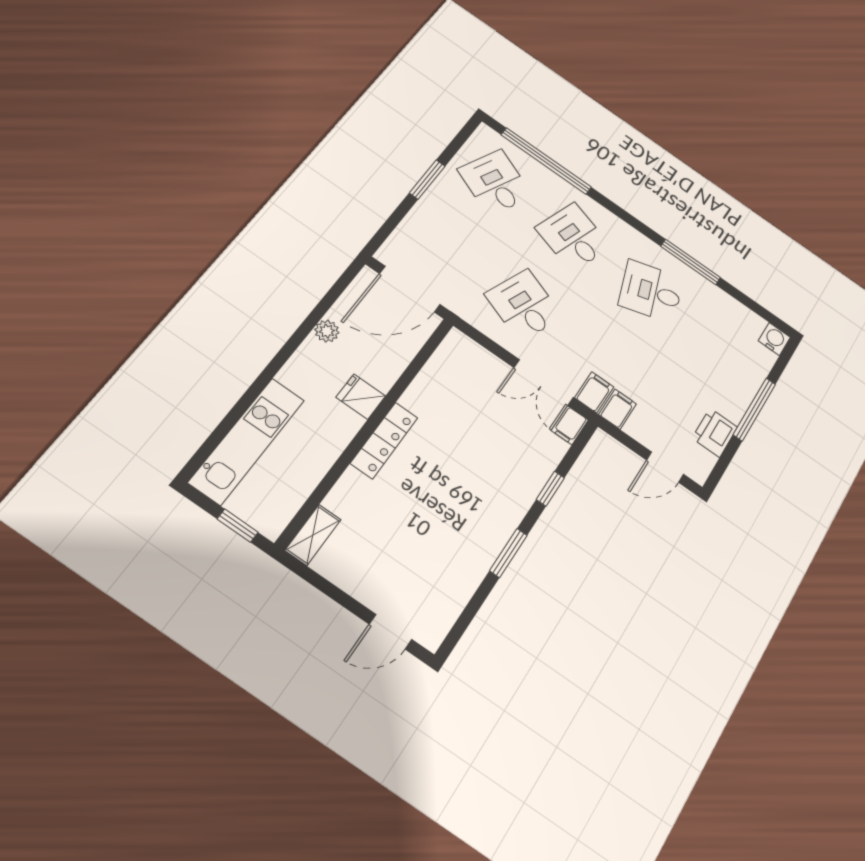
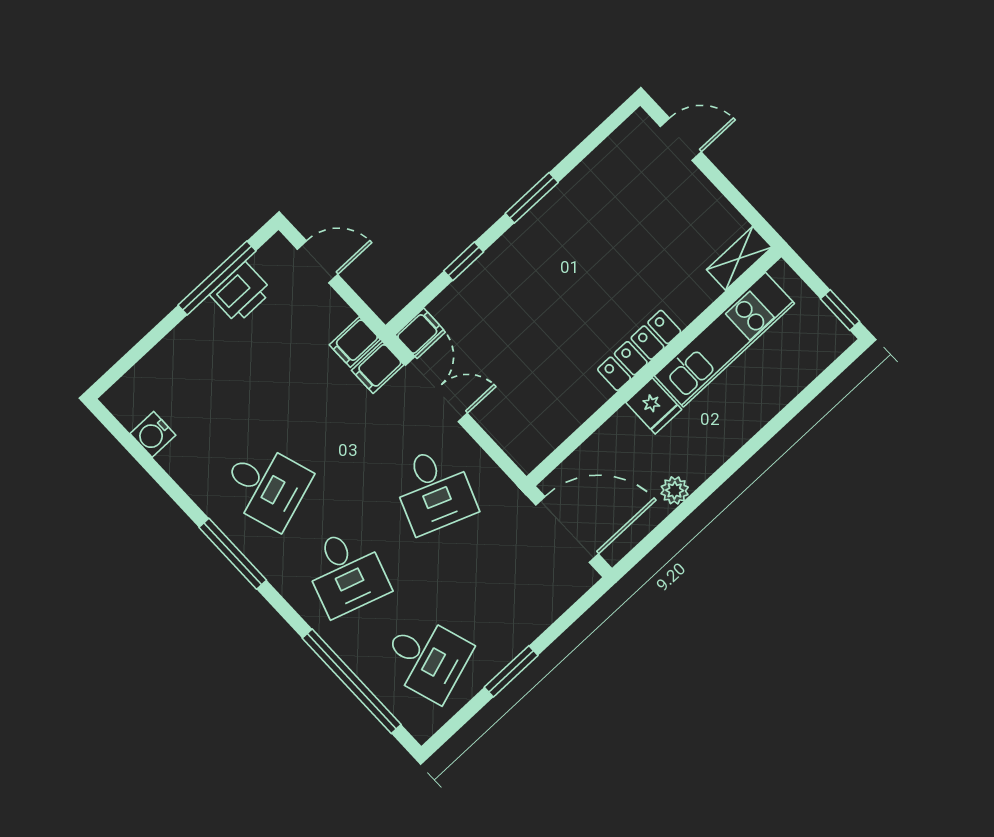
desk: (495, 183) -> (426, 658), turned -42
window: (691, 262) -> (233, 554), moved
water cooler: (774, 339) -> (153, 434), moved
window: (754, 409) -> (217, 278), moved
kitchen unit: (247, 441) -> (724, 340), moved, turned 180
window: (238, 526) -> (840, 310), moved

